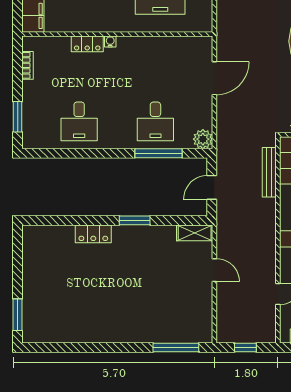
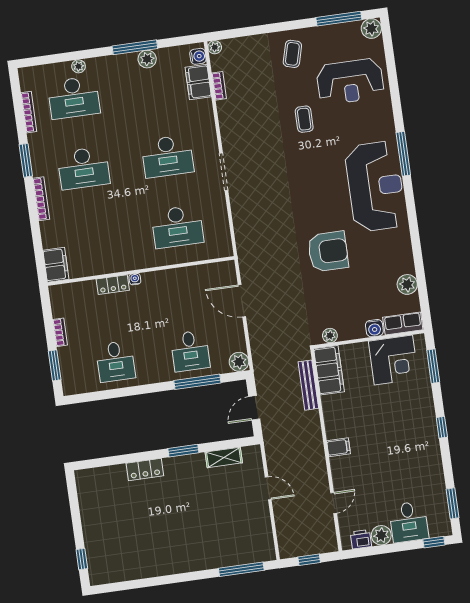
bookcase: (28, 65) -> (60, 332), moved
door: (214, 78) -> (242, 301), swing flipped
shelving: (195, 233) -> (224, 457), moved
window: (18, 315) -> (82, 559), width x0.67

